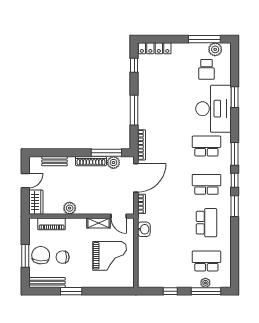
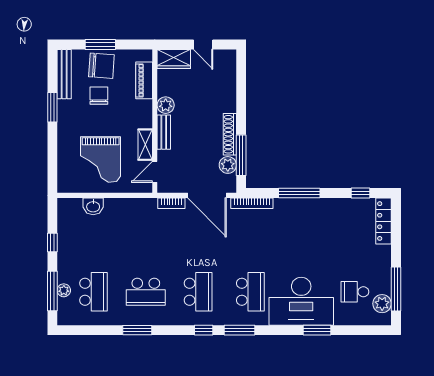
bench: (55, 161) -> (164, 132), moved
window: (235, 206) -> (137, 330), moved
washbasin: (144, 229) -> (93, 206), moved

